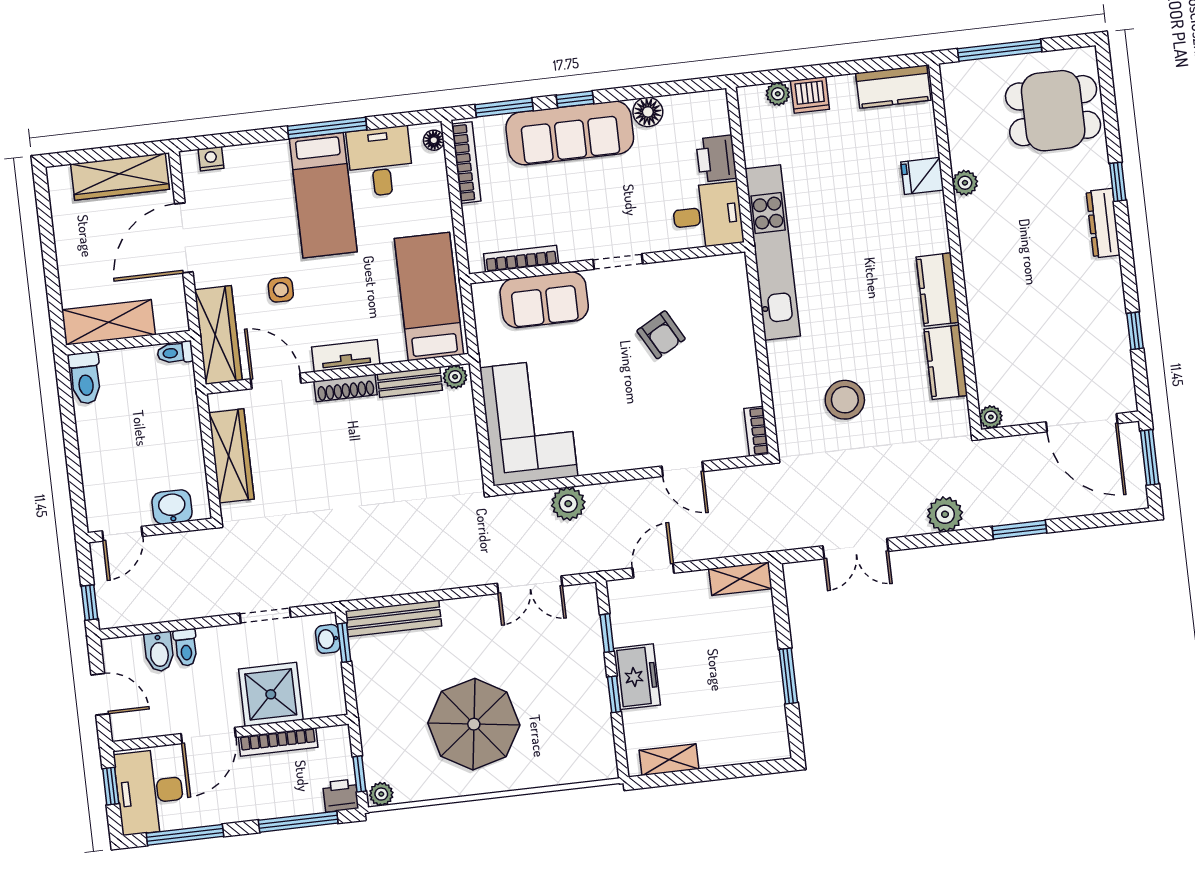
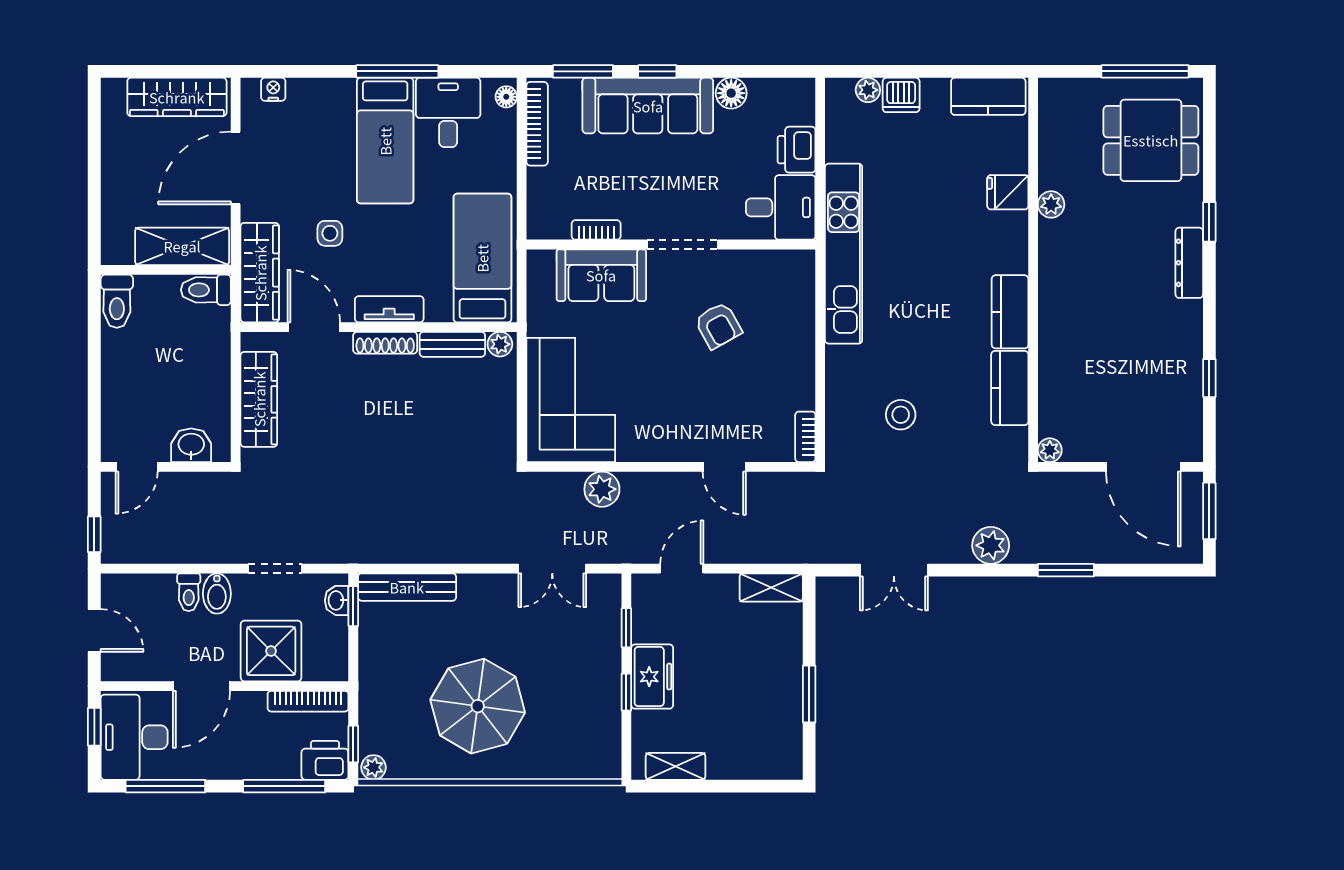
window: (1000, 50) -> (1145, 71), moved
bookcase: (521, 259) -> (596, 230), width x0.64
doorway: (618, 262) -> (682, 244), width x1.38
shelving: (109, 322) -> (182, 246), moved
toilet: (175, 353) -> (206, 290), width x1.37, depth x1.39
stool: (845, 400) -> (901, 415), width x0.73, depth x0.73
bidet: (159, 652) -> (217, 594), moved
bookcase: (278, 742) -> (308, 701), moved
printer: (341, 796) -> (325, 760), width x1.36, depth x1.24

